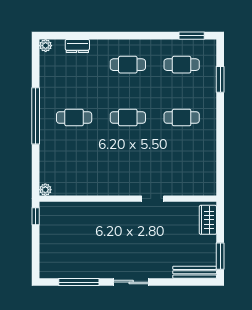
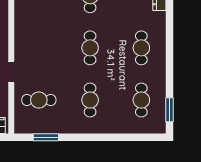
window: (220, 79) -> (46, 137), moved
cafe table: (182, 170) -> (39, 100), added

